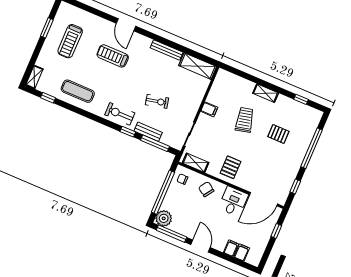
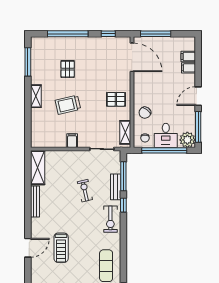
window: (301, 99) -> (28, 62), width x2.17
desk: (233, 201) -> (166, 135), moved, turned -90
window: (276, 231) -> (156, 34), width x2.17

